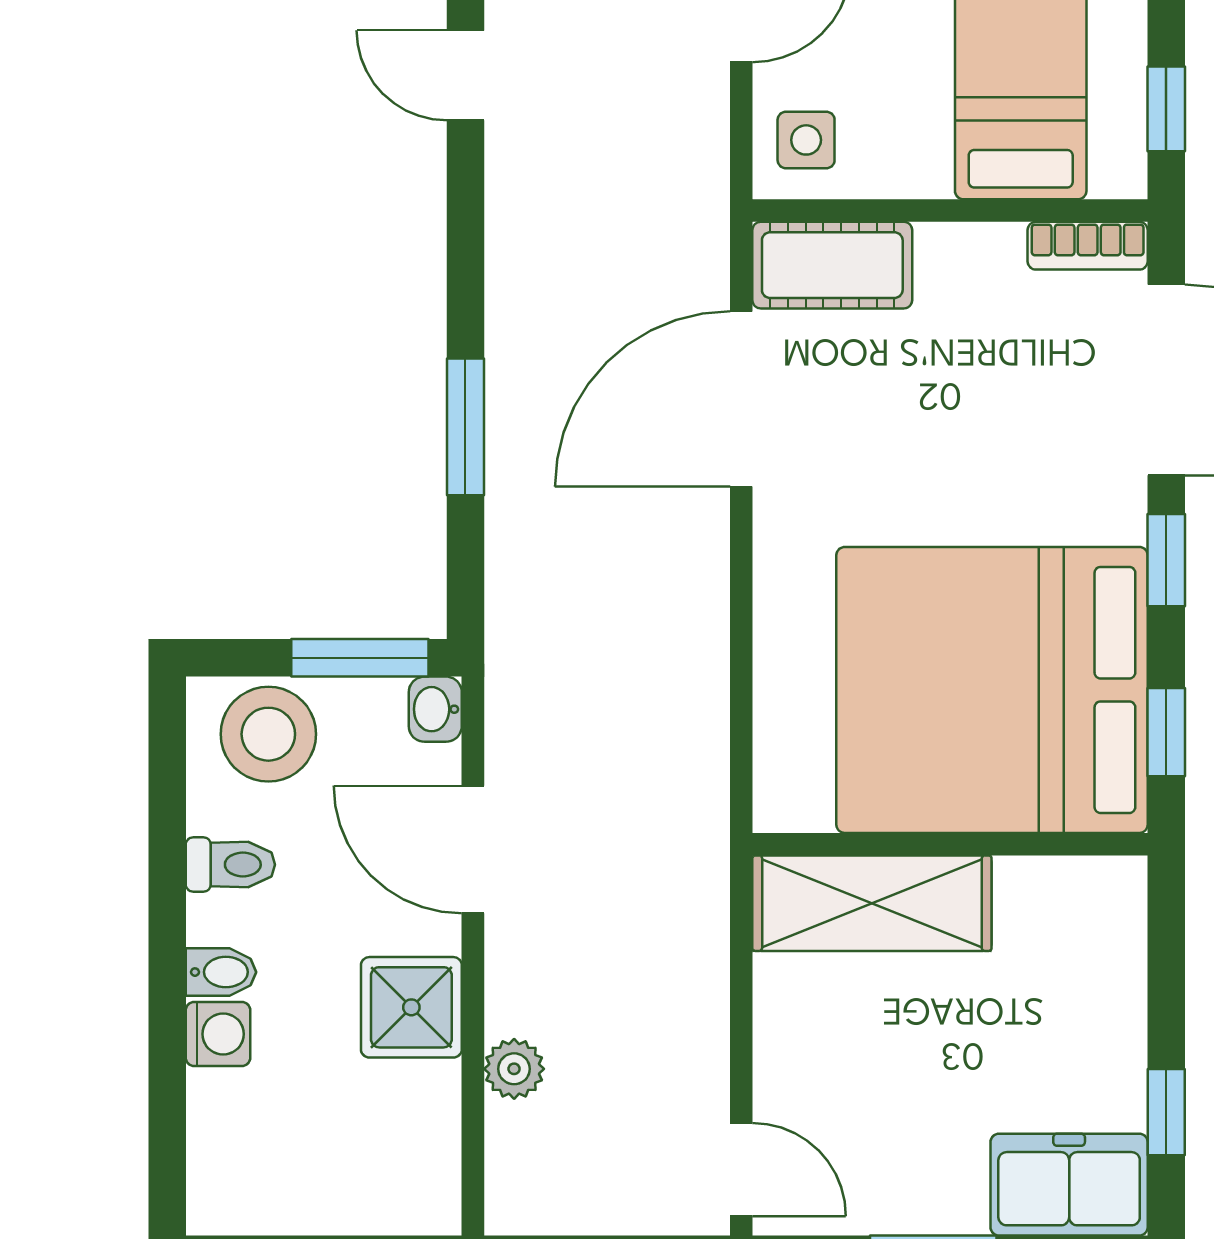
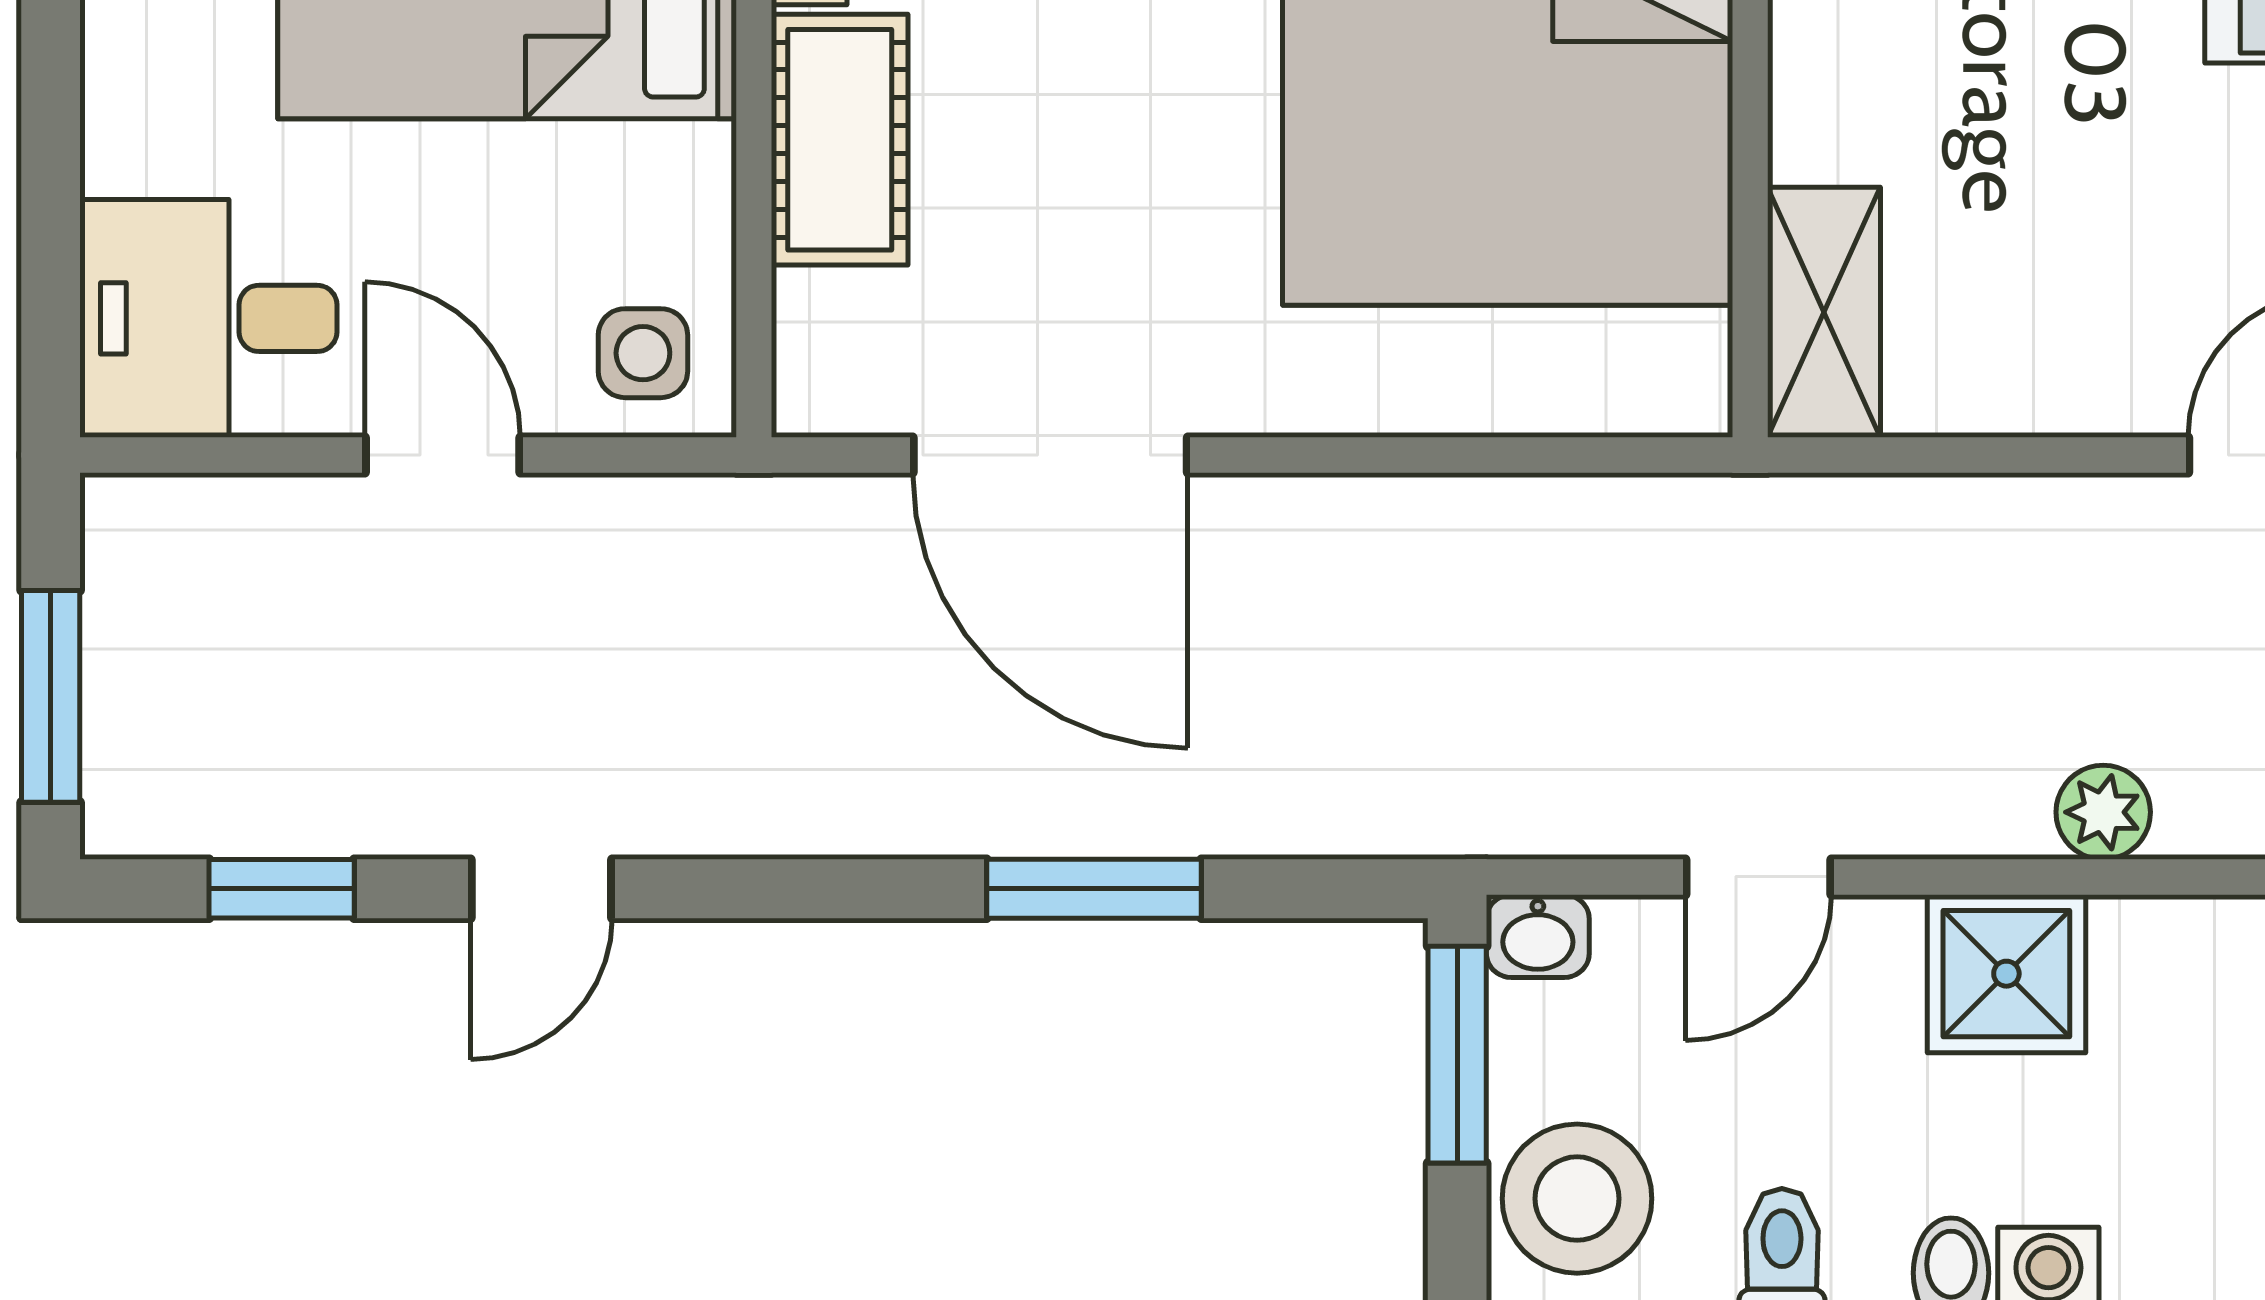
cot: (832, 265) -> (840, 140), moved
door: (473, 850) -> (1758, 877), width x0.73
shelving: (872, 903) -> (1824, 312), width x0.67, depth x0.75

